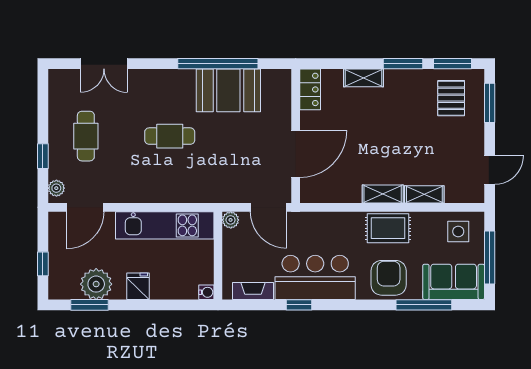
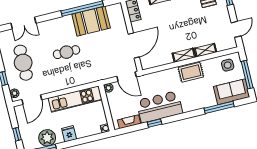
cafe table: (86, 136) -> (23, 63), width x1.37, depth x1.35
armchair: (389, 278) -> (197, 98), removed

